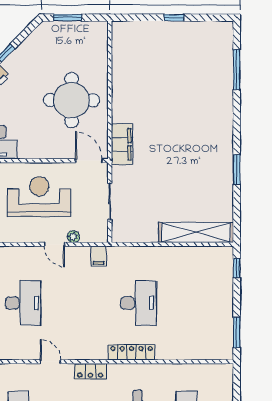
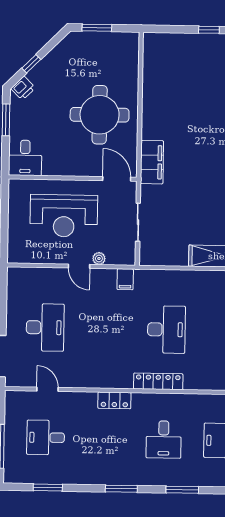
reception desk: (39, 197) -> (64, 216), turned 180
door: (50, 362) -> (48, 389), moved

